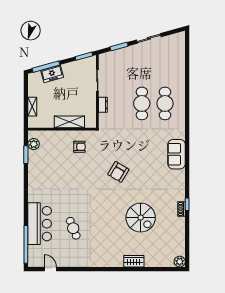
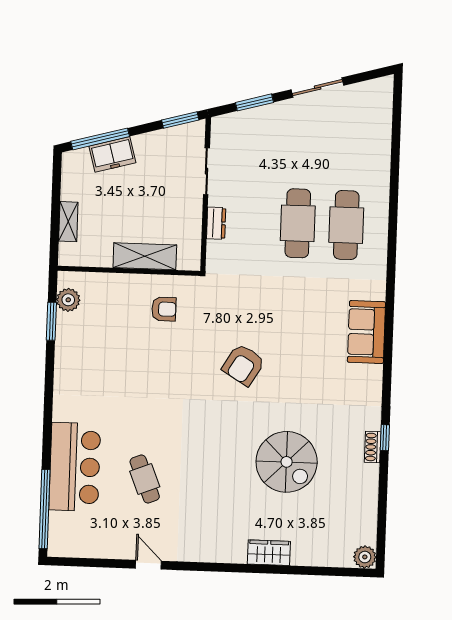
door: (50, 269) -> (148, 565), moved

